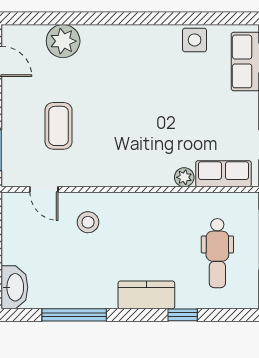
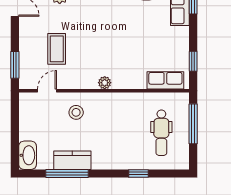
plant: (184, 177) -> (105, 83), moved
door: (44, 189) -> (47, 91), swing flipped
kitchen counter: (146, 295) -> (72, 160), moved

